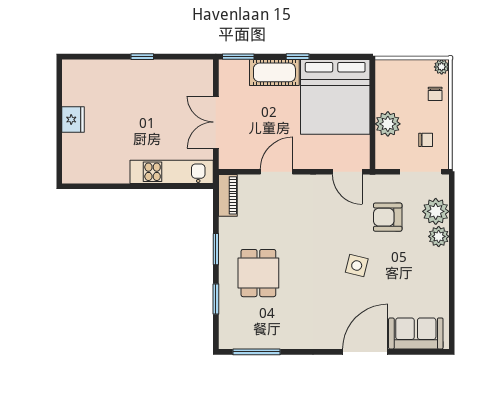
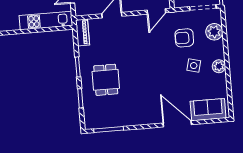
door: (347, 172) -> (156, 11), hinge flipped
plant: (439, 236) -> (219, 66), moved
side table: (357, 265) -> (194, 66), moved
door: (365, 352) -> (177, 124), hinge flipped

